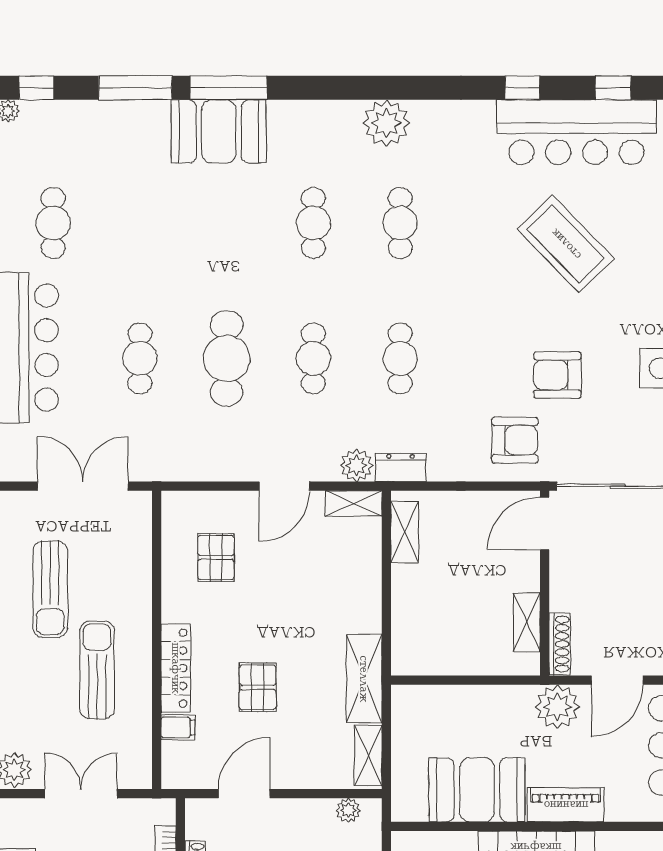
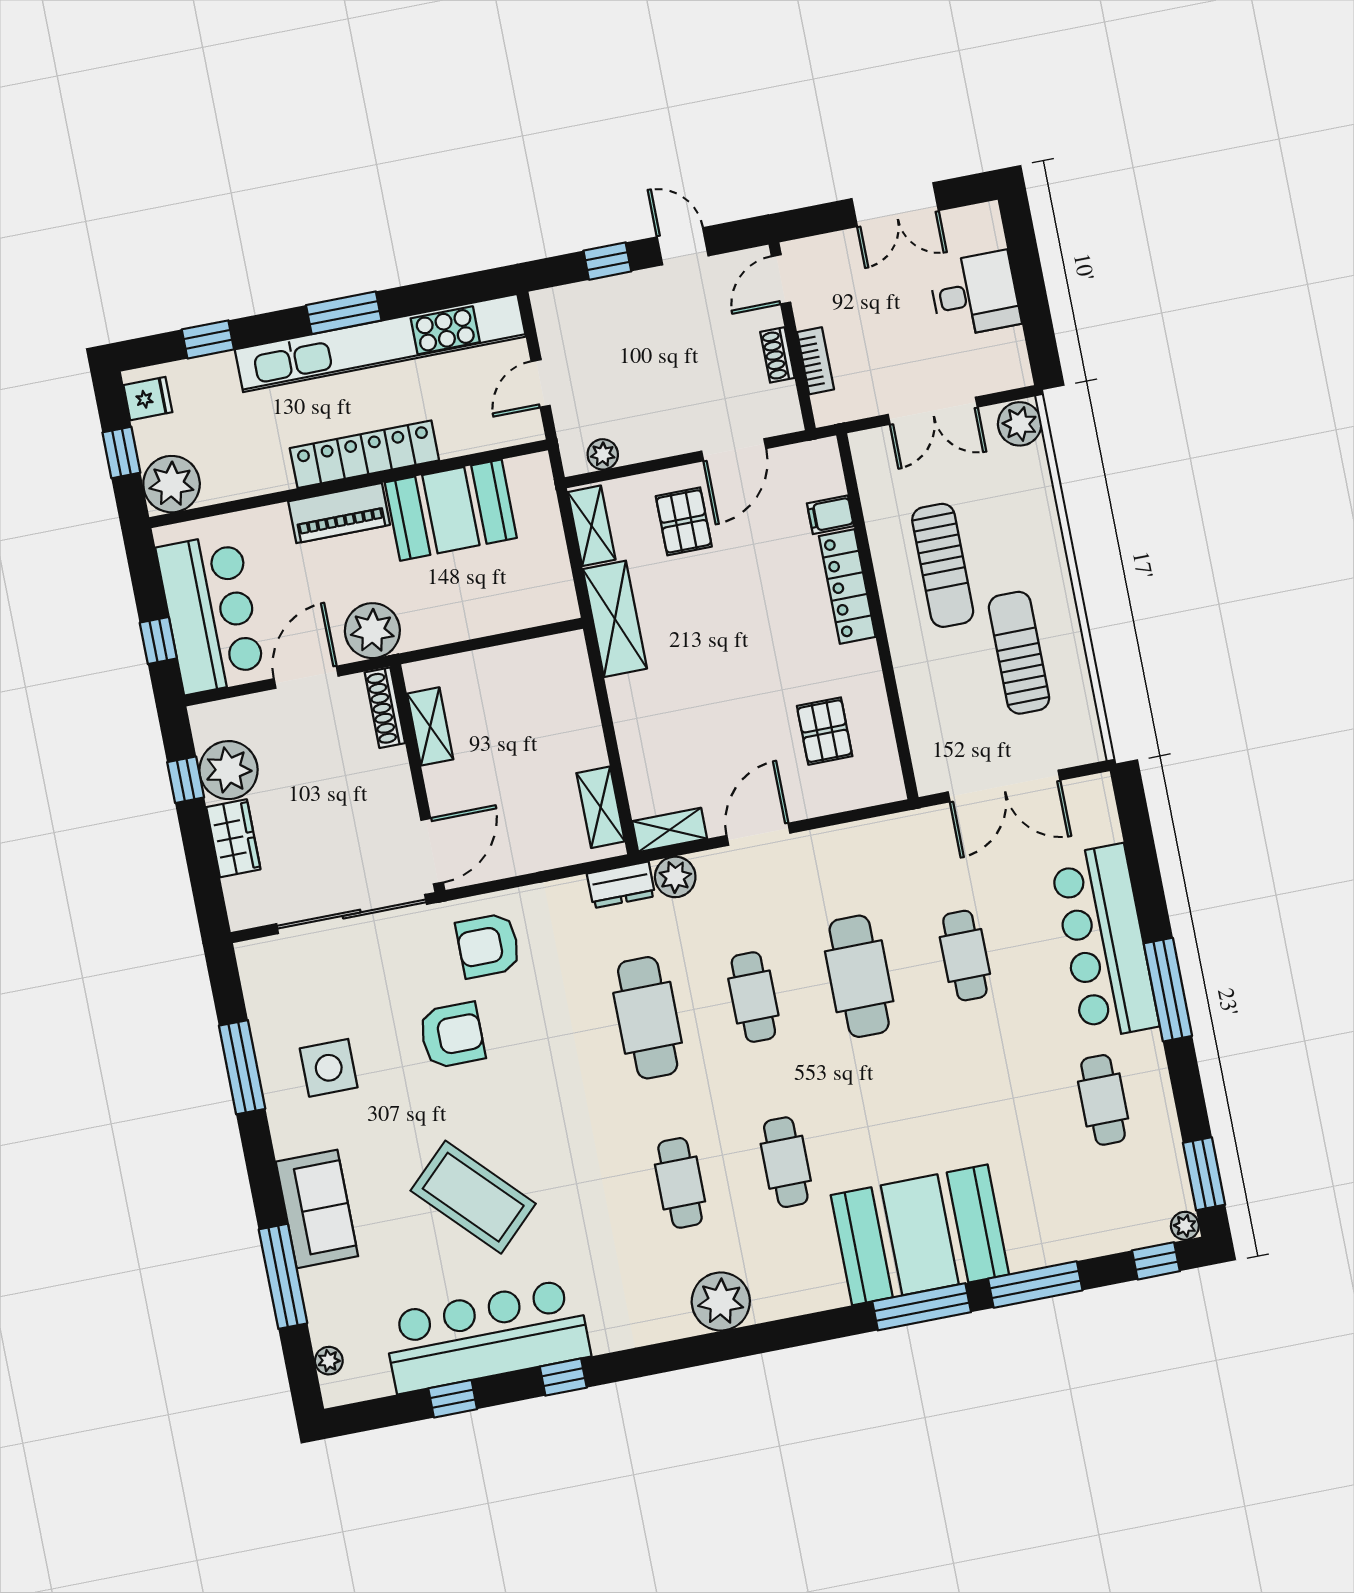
booth: (219, 131) -> (920, 1235), width x1.36, depth x1.42
cafe table: (400, 358) -> (648, 1018), width x1.37, depth x1.35
pallet: (258, 687) -> (684, 521), moved

